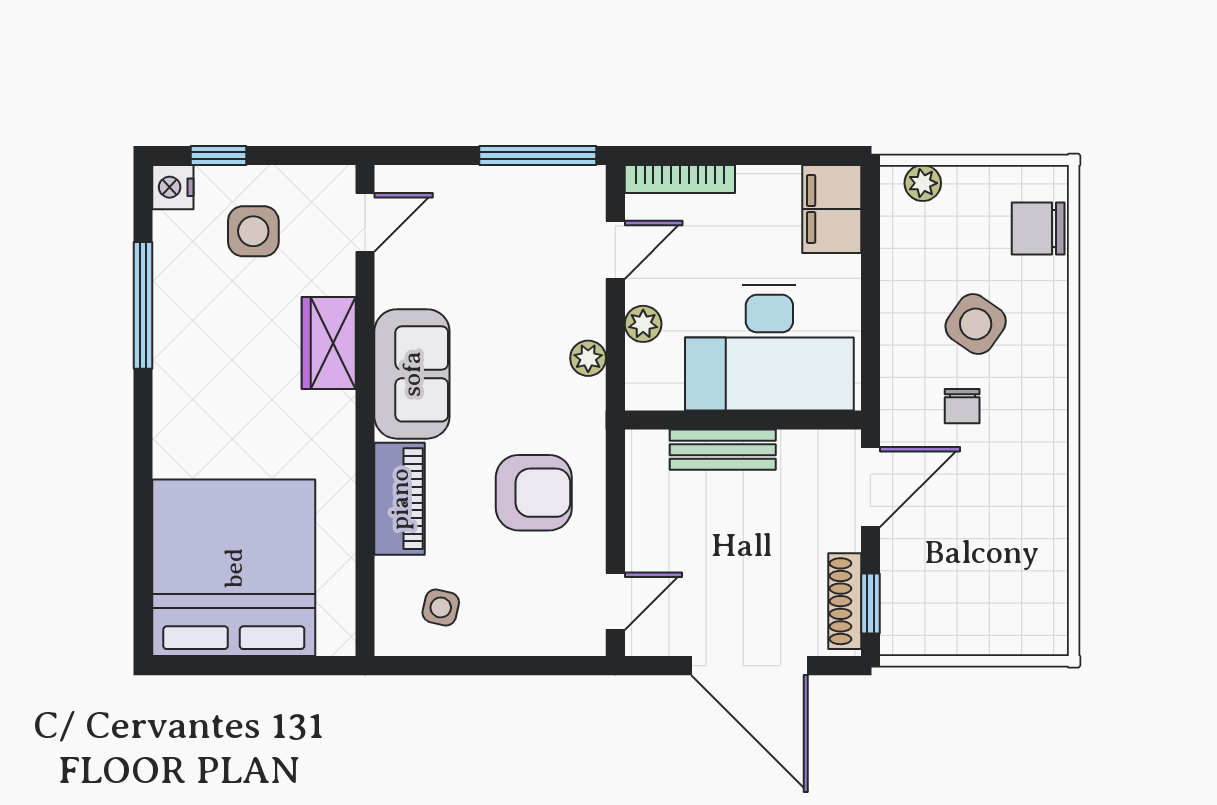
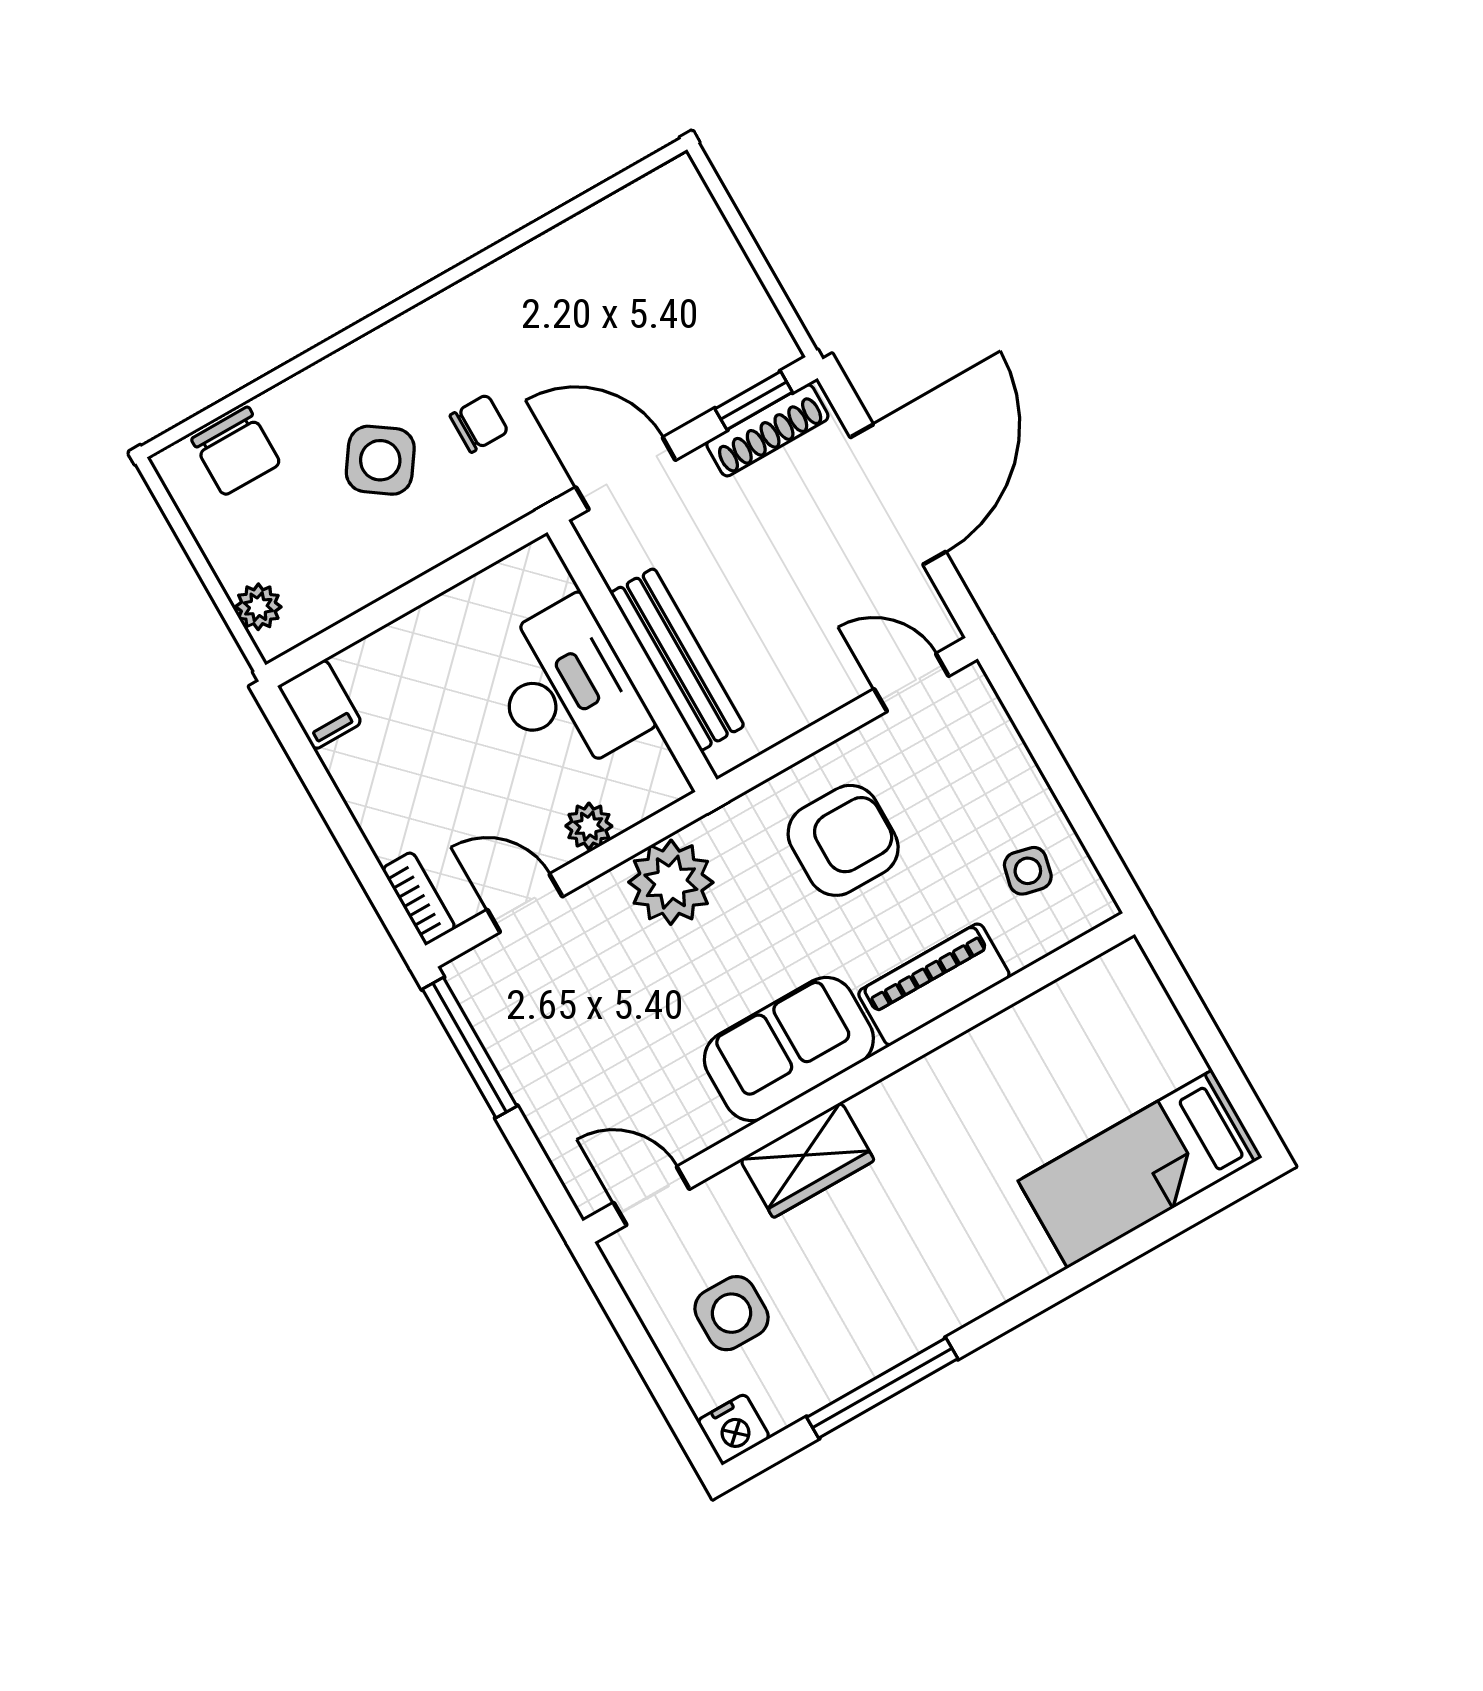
window: (218, 156) -> (670, 1399), removed
bookcase: (680, 179) -> (419, 898), width x0.64
filing cabinet: (832, 209) -> (320, 705), width x0.50
desk: (769, 348) -> (566, 688), width x0.73, depth x0.77
plant: (588, 358) -> (671, 882), width x1.87, depth x1.87
bench: (723, 450) -> (677, 660), width x1.36
armchair: (534, 493) -> (843, 840), turned 90
bed: (234, 568) -> (1140, 1169), width x0.49

